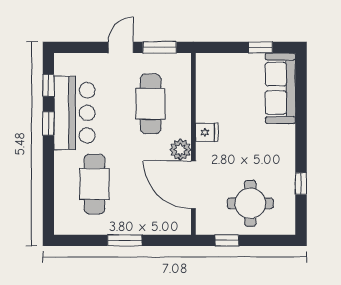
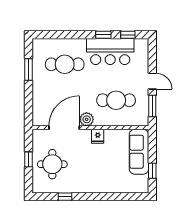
sofa: (280, 88) -> (139, 152), moved, turned -90
window: (125, 240) -> (29, 69), moved
window: (227, 240) -> (29, 159), moved

